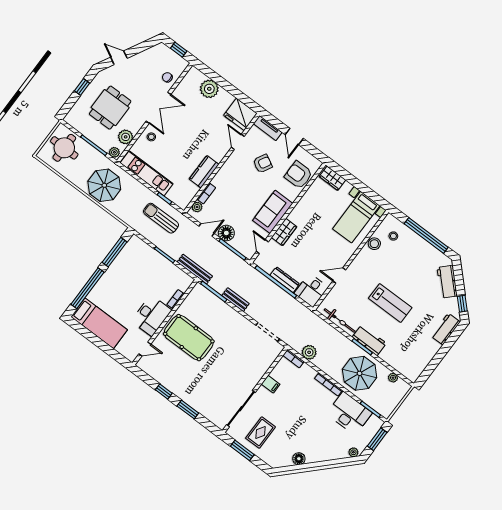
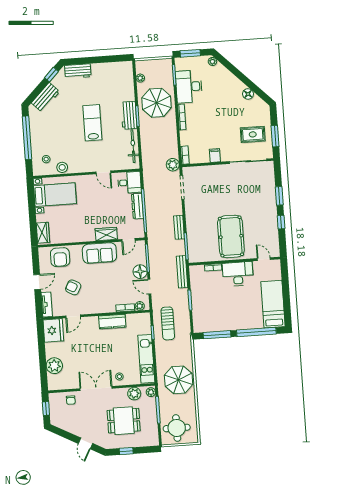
plant: (309, 352) -> (173, 165), moved

